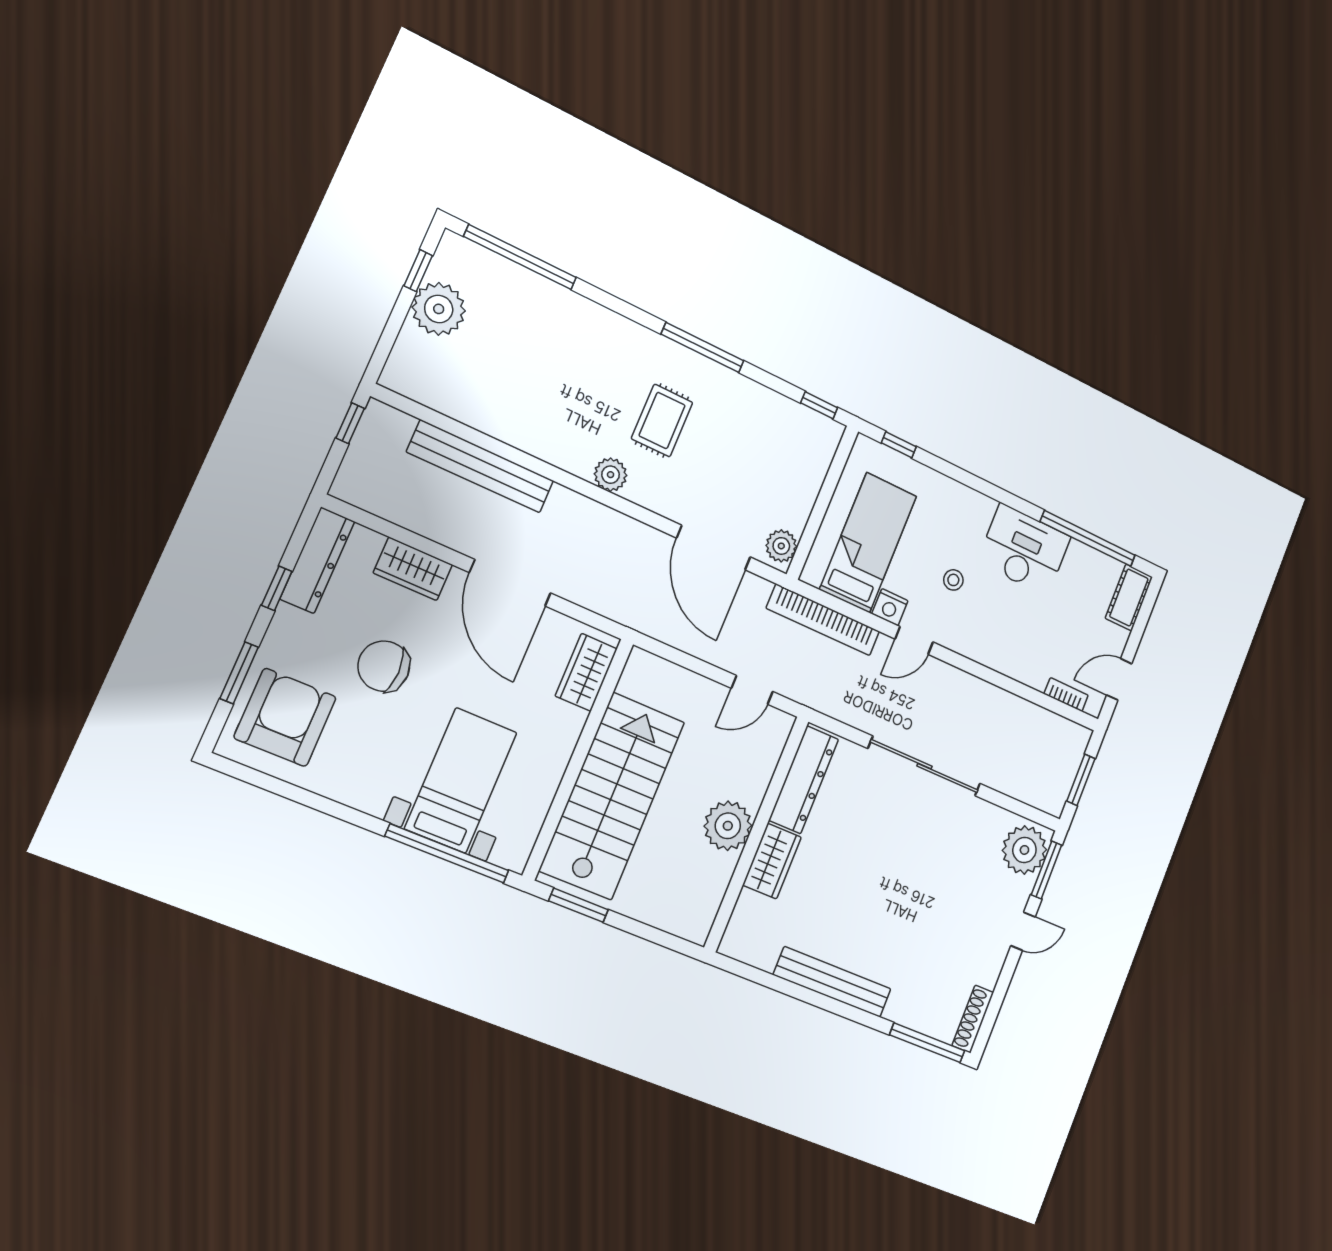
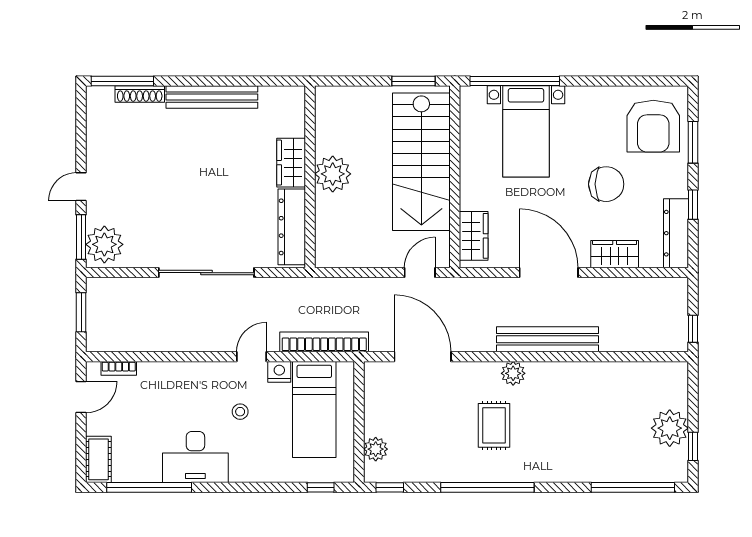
window: (703, 348) -> (487, 487), width x1.46
bench: (480, 466) -> (548, 339), moved
plant: (781, 546) -> (376, 449), moved
door: (752, 690) -> (420, 273), moved
shoe rack: (973, 1019) -> (140, 94), moved, turned 90

